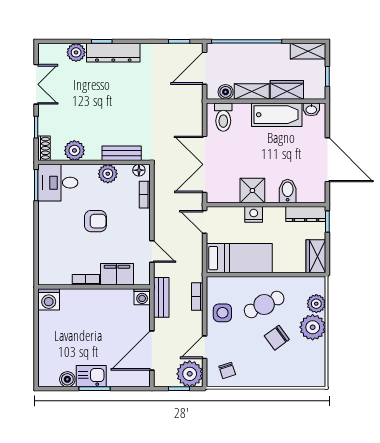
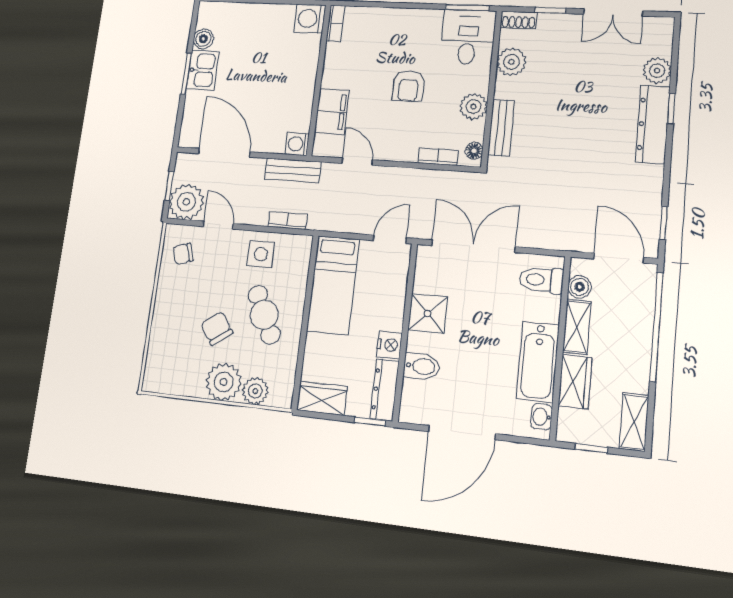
nightstand: (254, 214) -> (389, 345), moved
door: (152, 251) -> (357, 162), swing flipped
bookcase: (86, 280) -> (336, 23), moved

